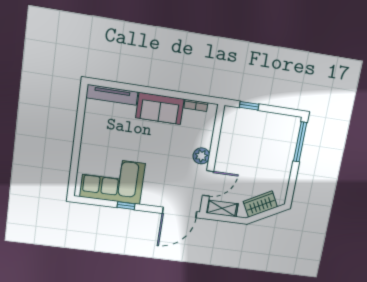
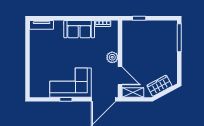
tv unit: (112, 95) -> (42, 25), width x0.71
corner sofa: (112, 180) -> (71, 83), moved
door: (208, 183) -> (120, 76), hinge flipped

